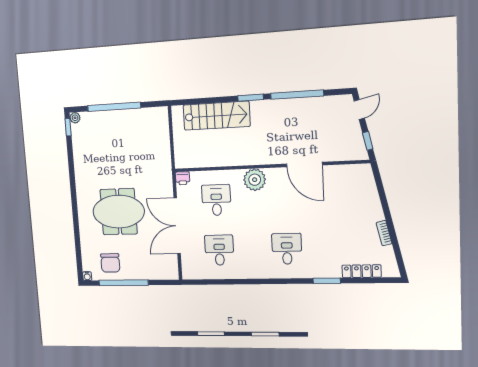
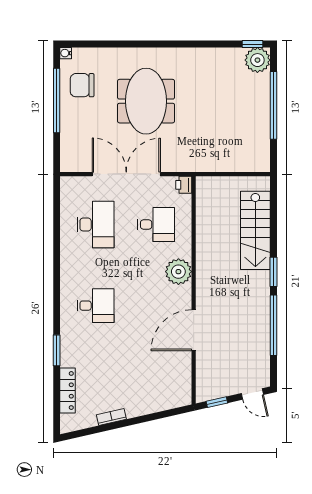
plant: (75, 118) -> (257, 60), width x1.87, depth x1.87
desk: (219, 250) -> (95, 225), width x1.37

